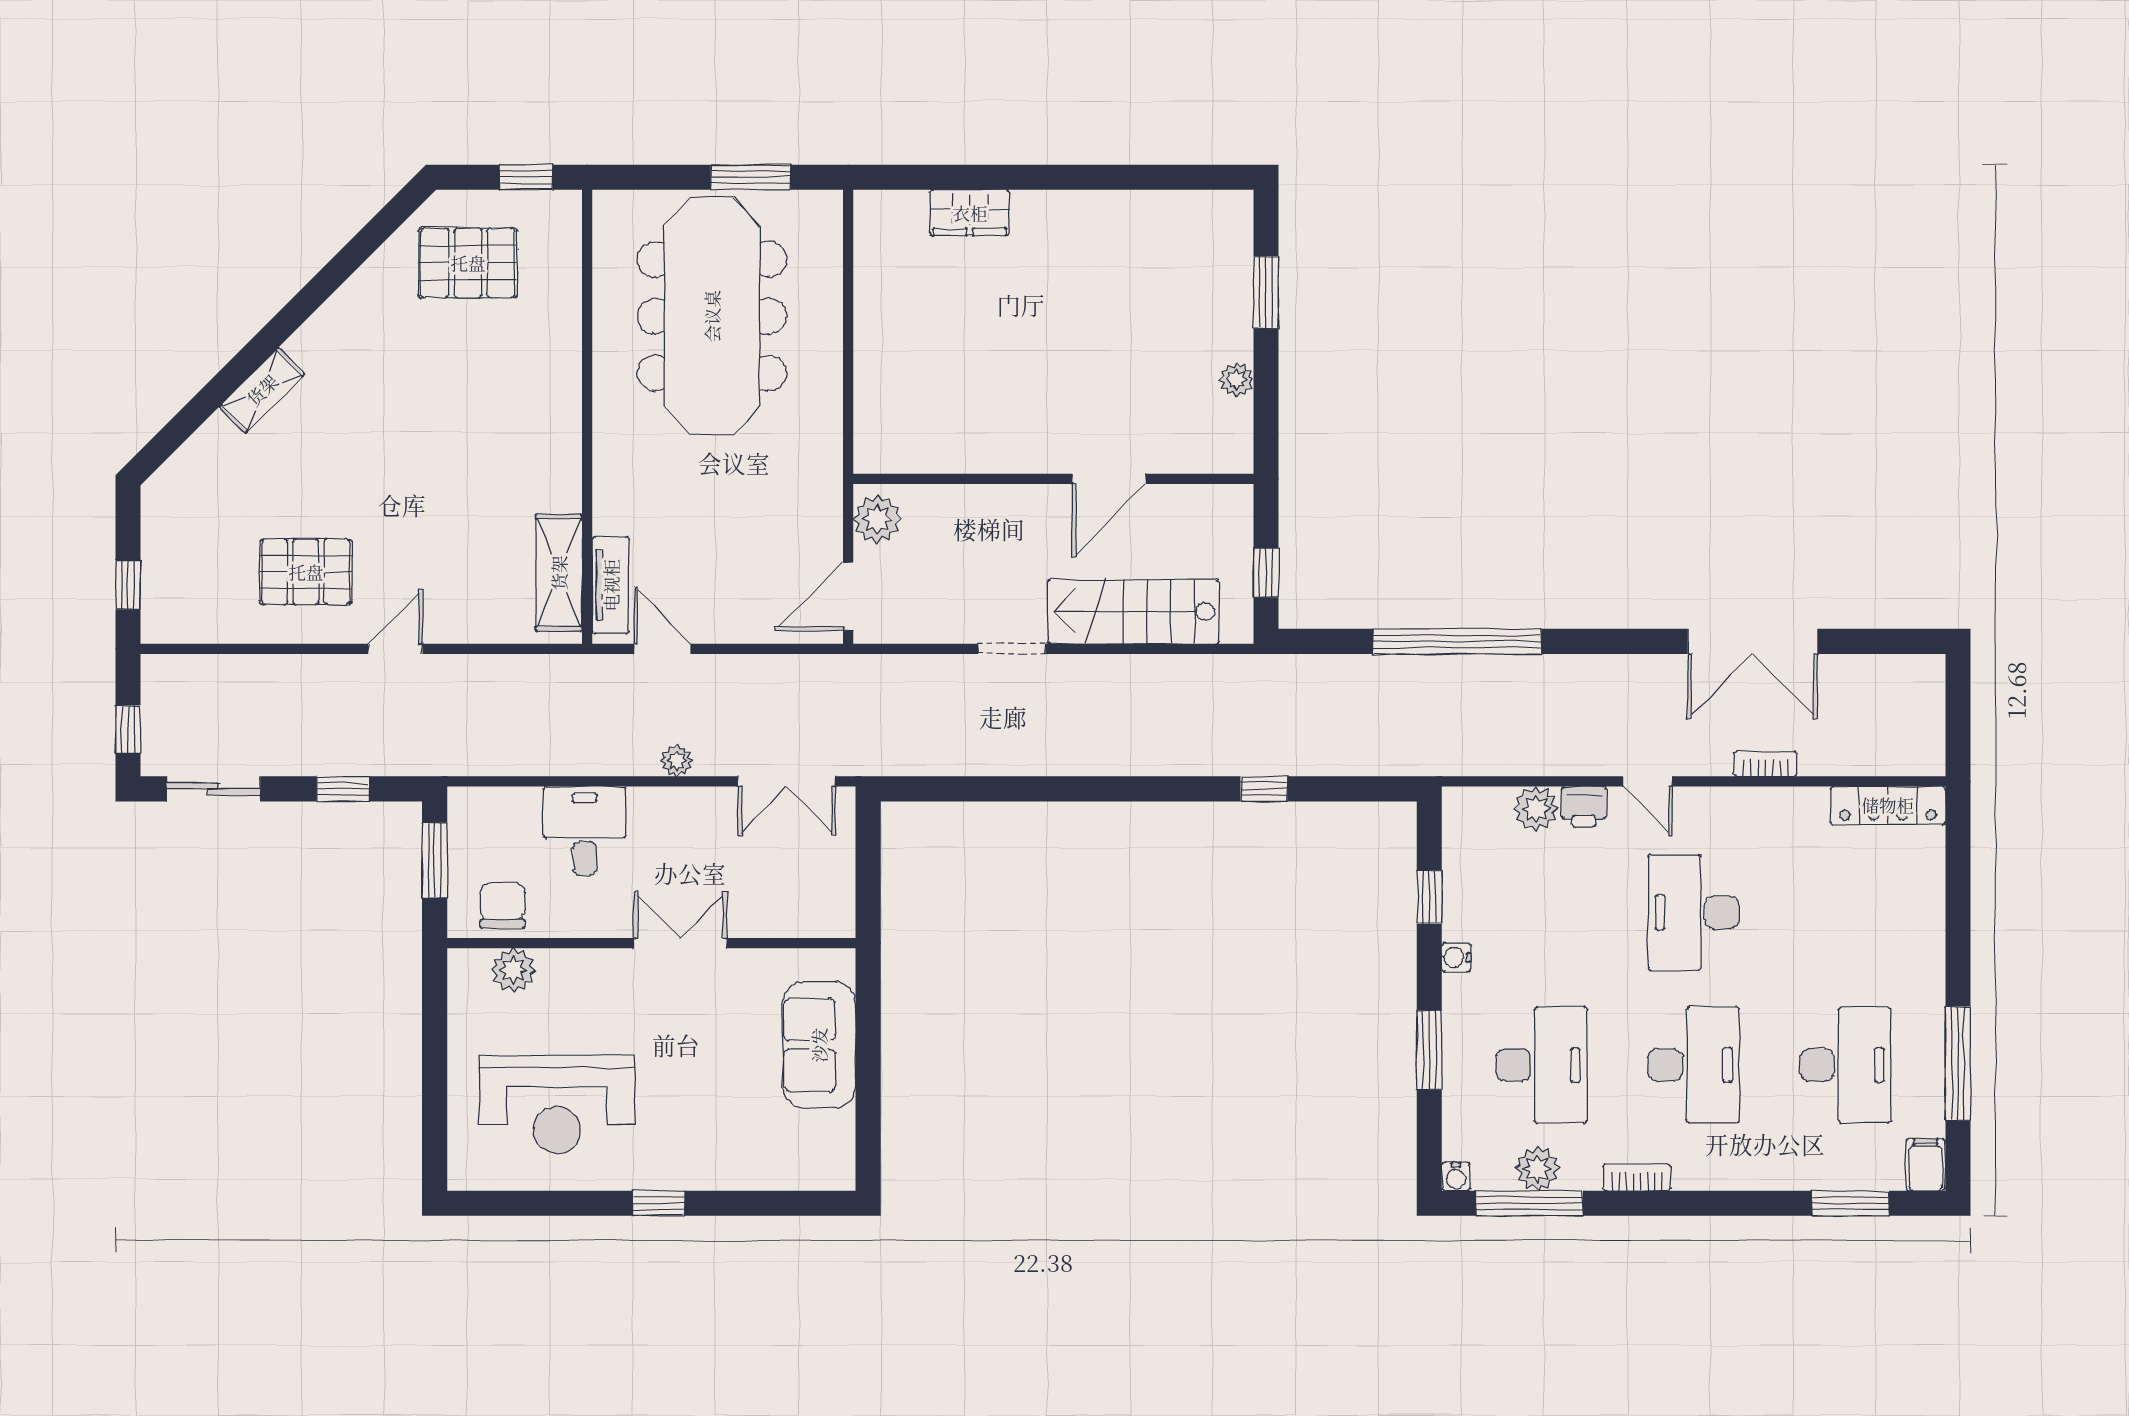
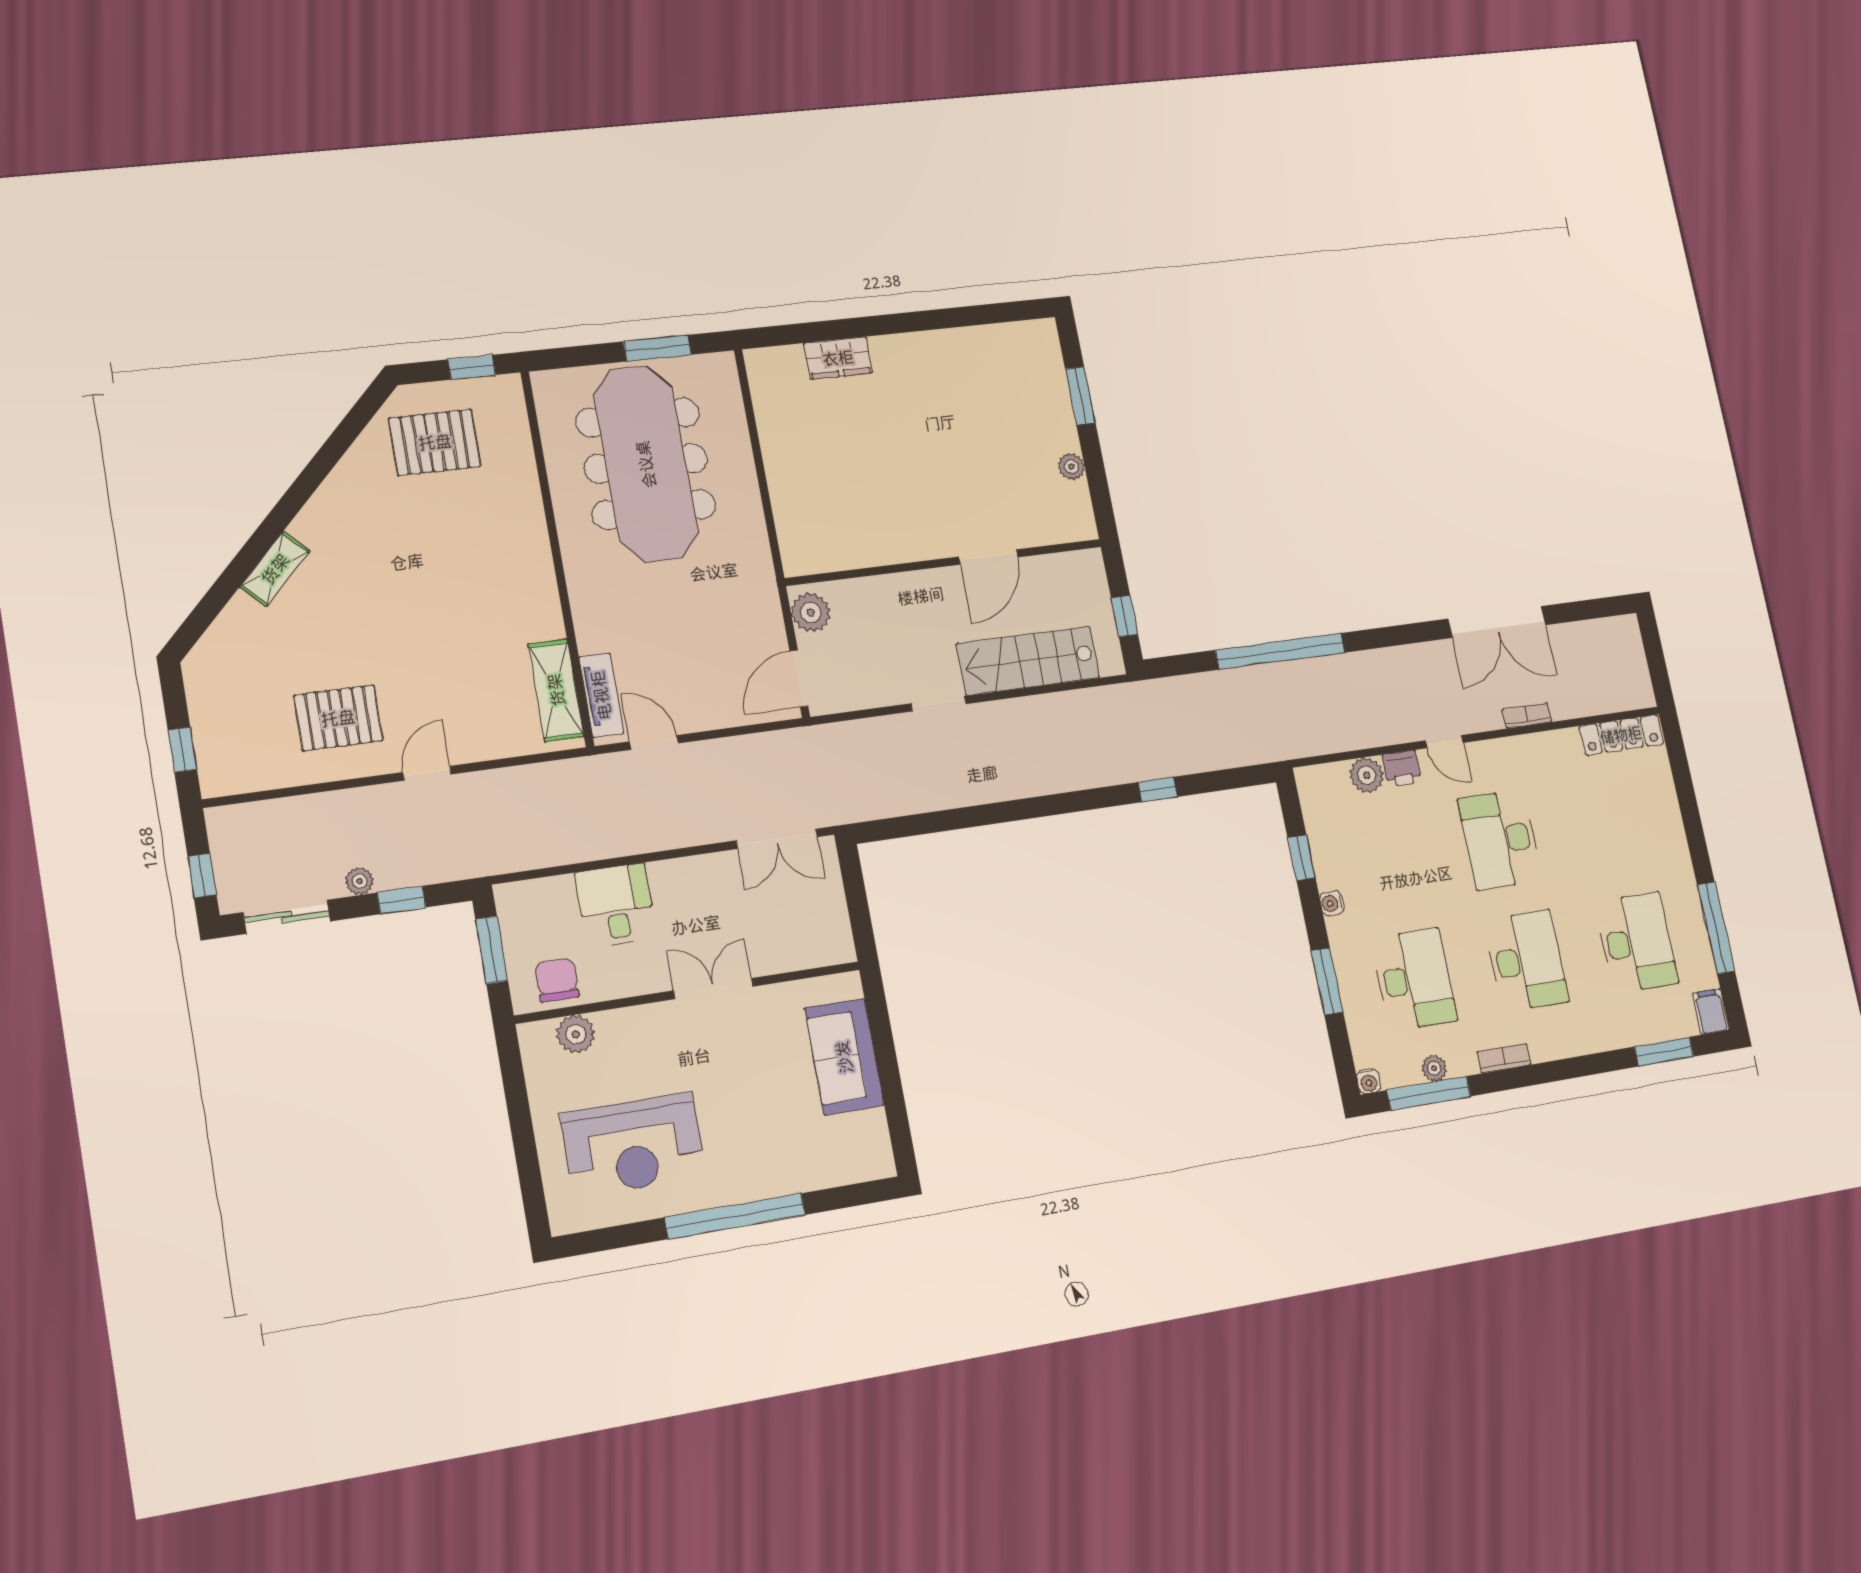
plant: (677, 761) -> (360, 881), moved
plant: (1537, 1169) -> (1434, 1068), width x0.73, depth x0.73
window: (659, 1203) -> (735, 1216), width x3.17

